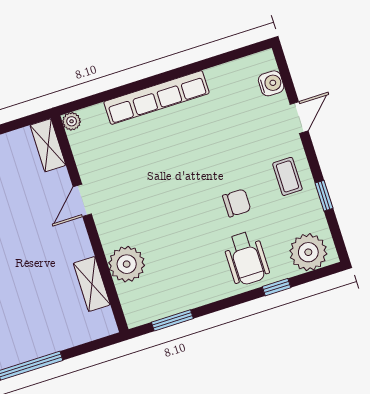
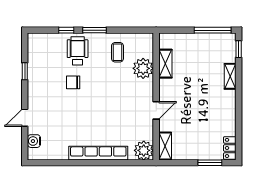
plant: (72, 121) -> (144, 150), width x1.88, depth x1.88
coffee table: (287, 176) -> (117, 52), moved
plant: (308, 252) -> (43, 43), removed
window: (172, 320) -> (95, 30), moved

